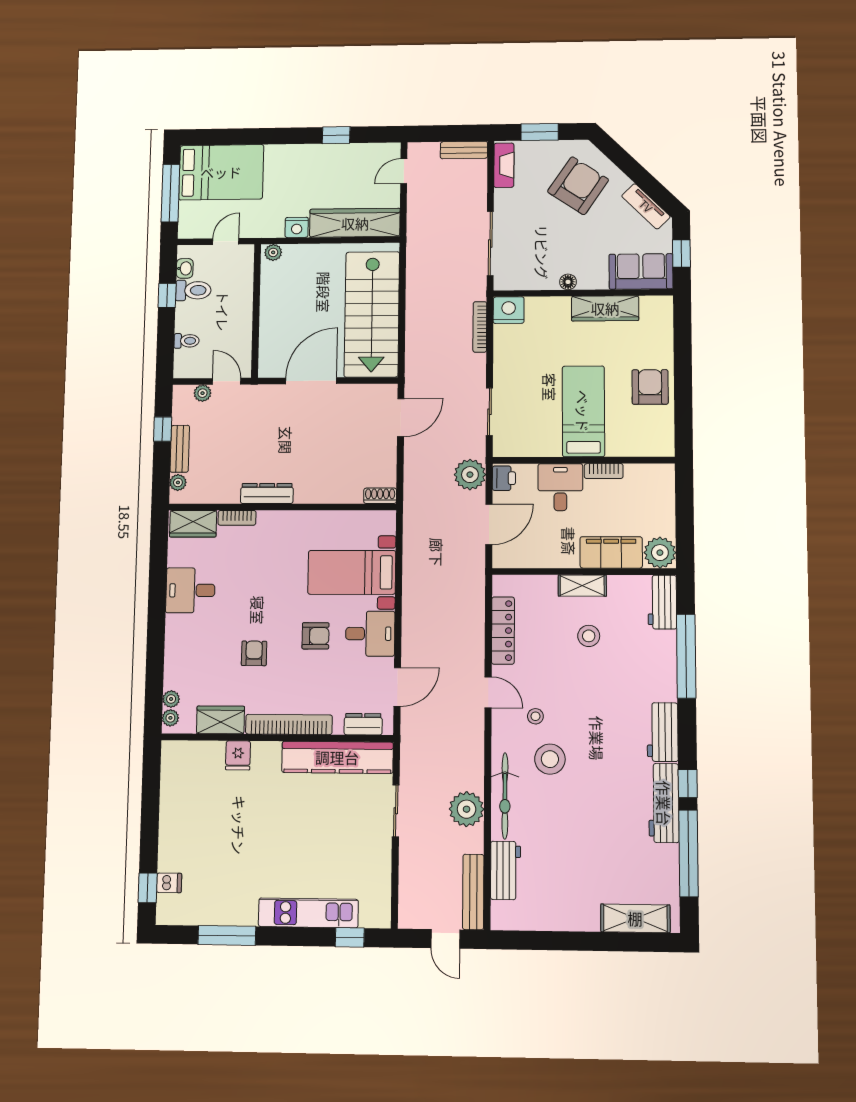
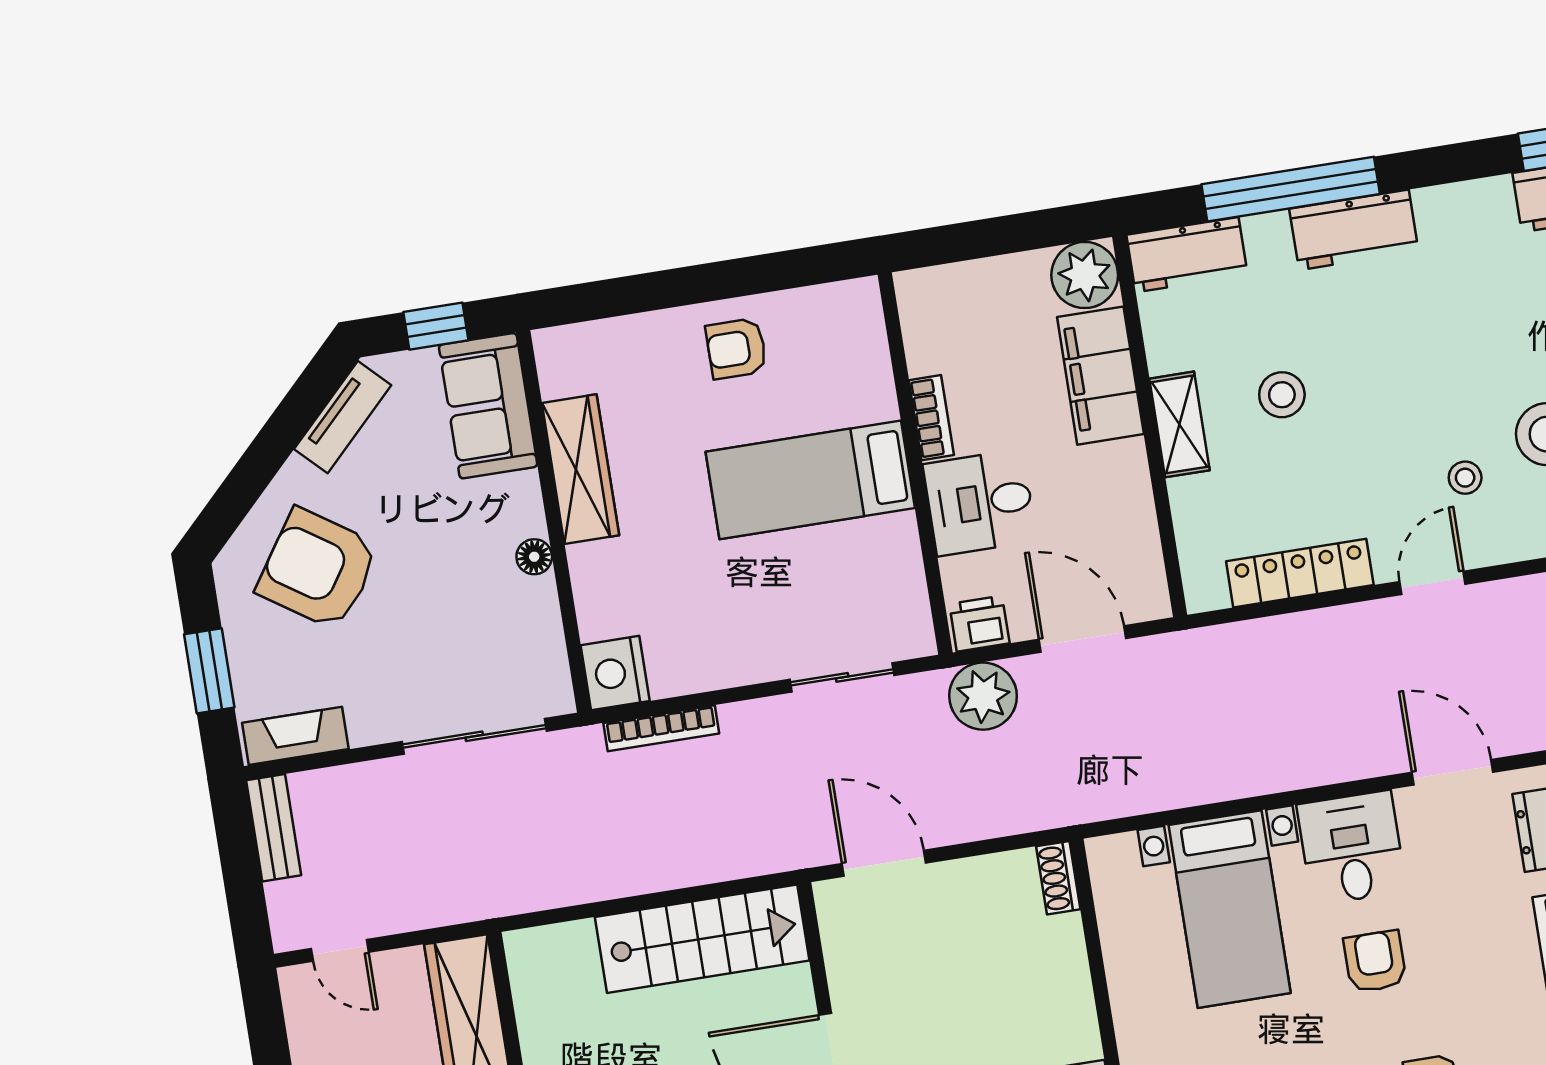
stairs: (372, 314) -> (702, 939), width x0.73, depth x0.66
armchair: (650, 387) -> (736, 349), width x0.72, depth x0.72
workbench: (663, 732) -> (1354, 230), moved

